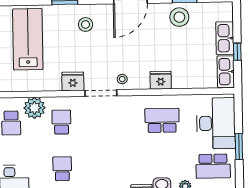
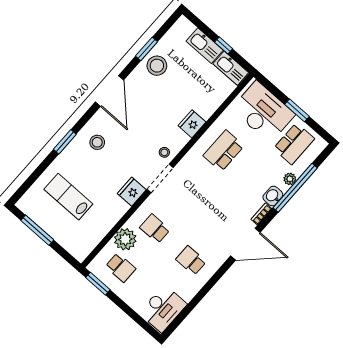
lab bench: (28, 39) -> (68, 197), width x0.73, depth x0.72

